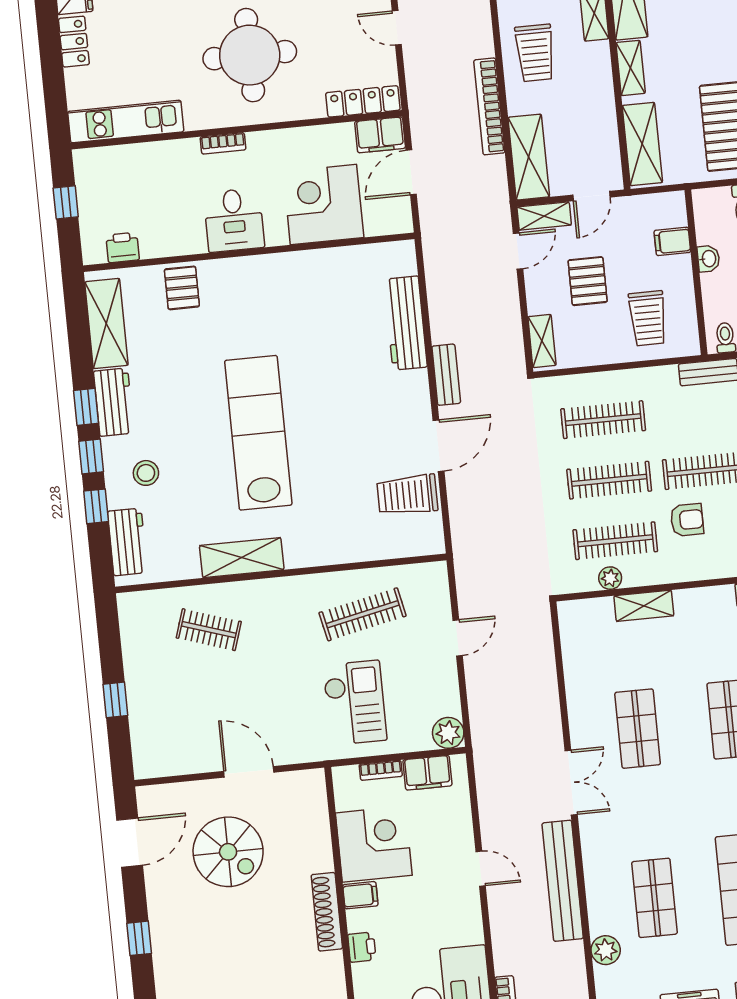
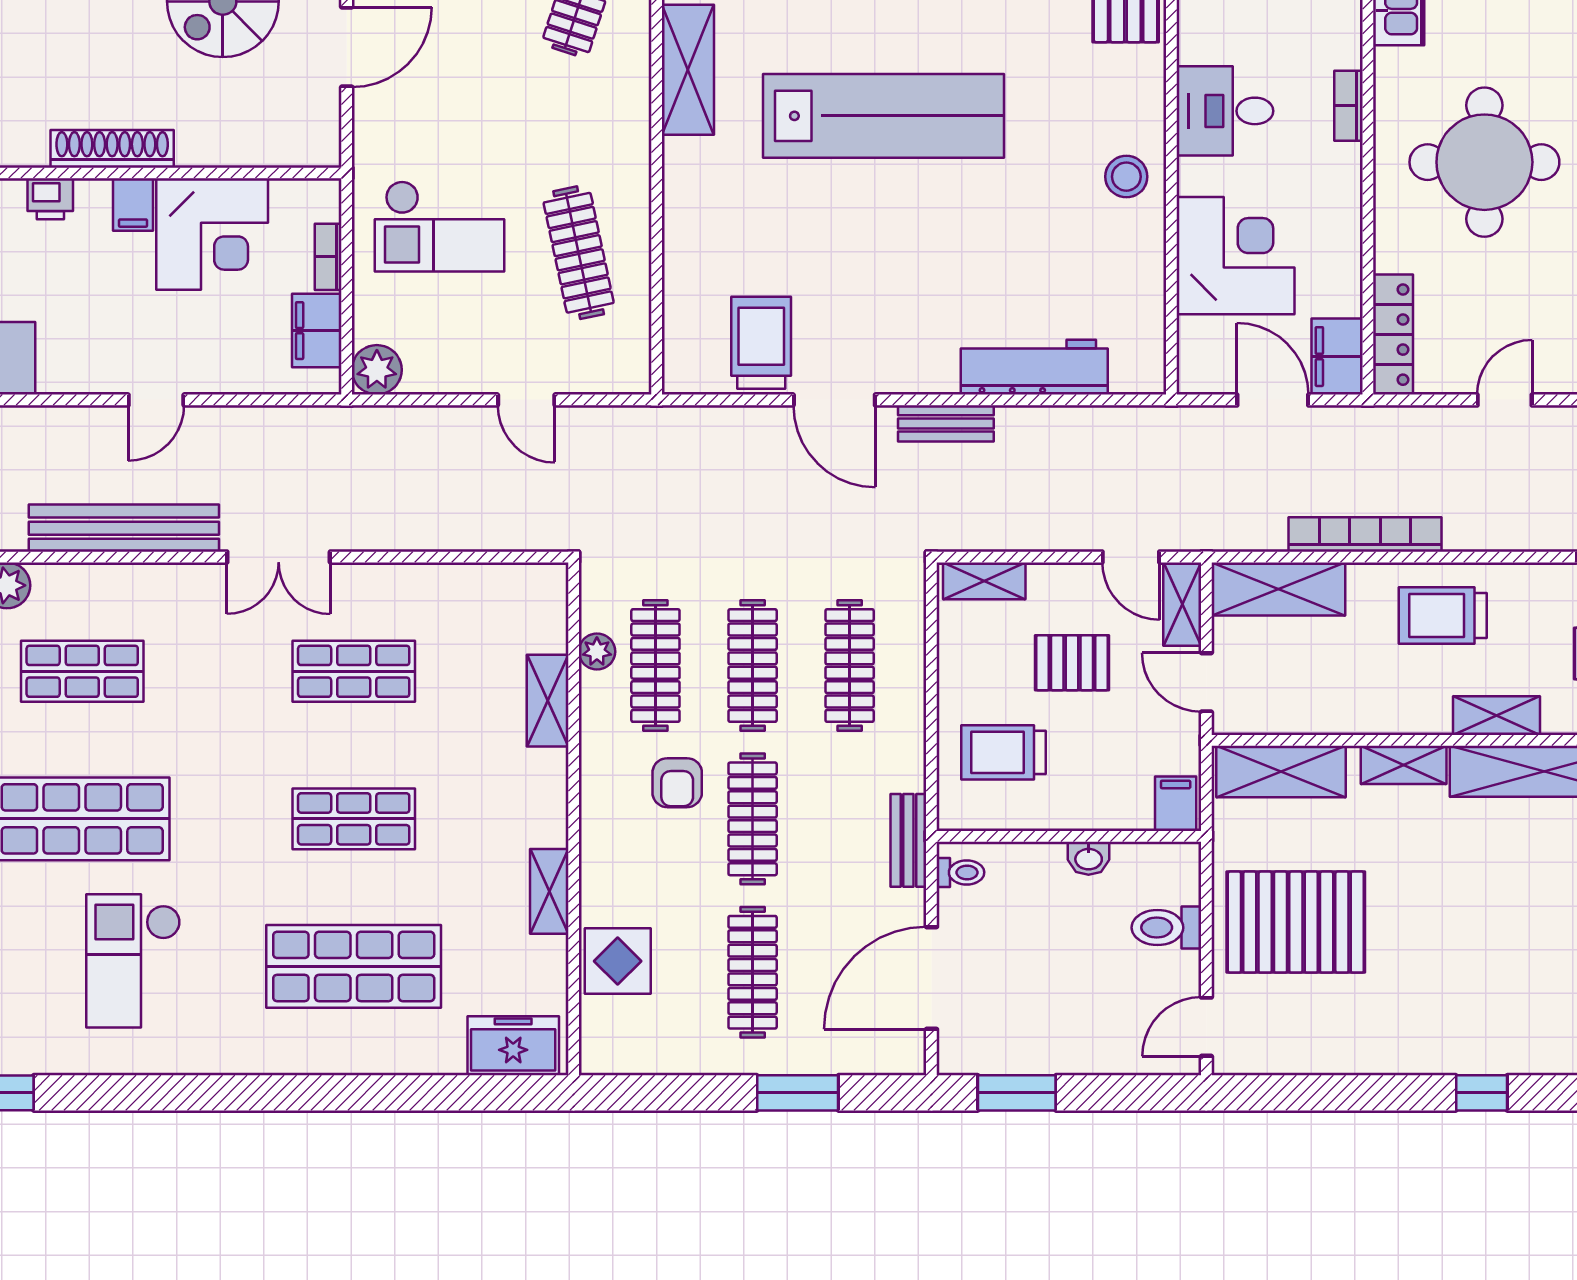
filing cabinet: (672, 241) -> (1176, 804), moved
stool: (281, 277) -> (1126, 177), added

